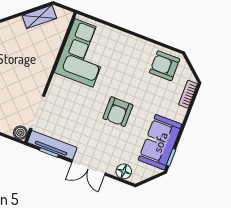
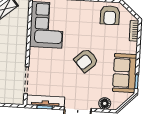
armchair: (165, 66) -> (110, 15), turned -90
armchair: (118, 112) -> (86, 60), turned 48
boiler: (20, 133) -> (19, 99), removed

